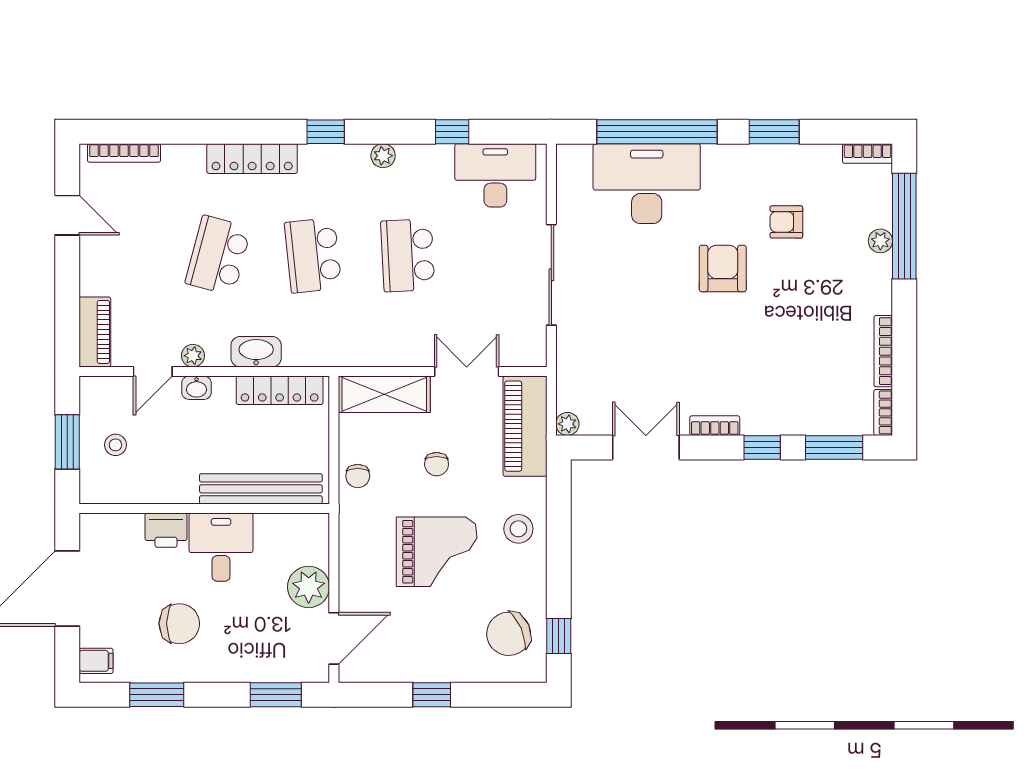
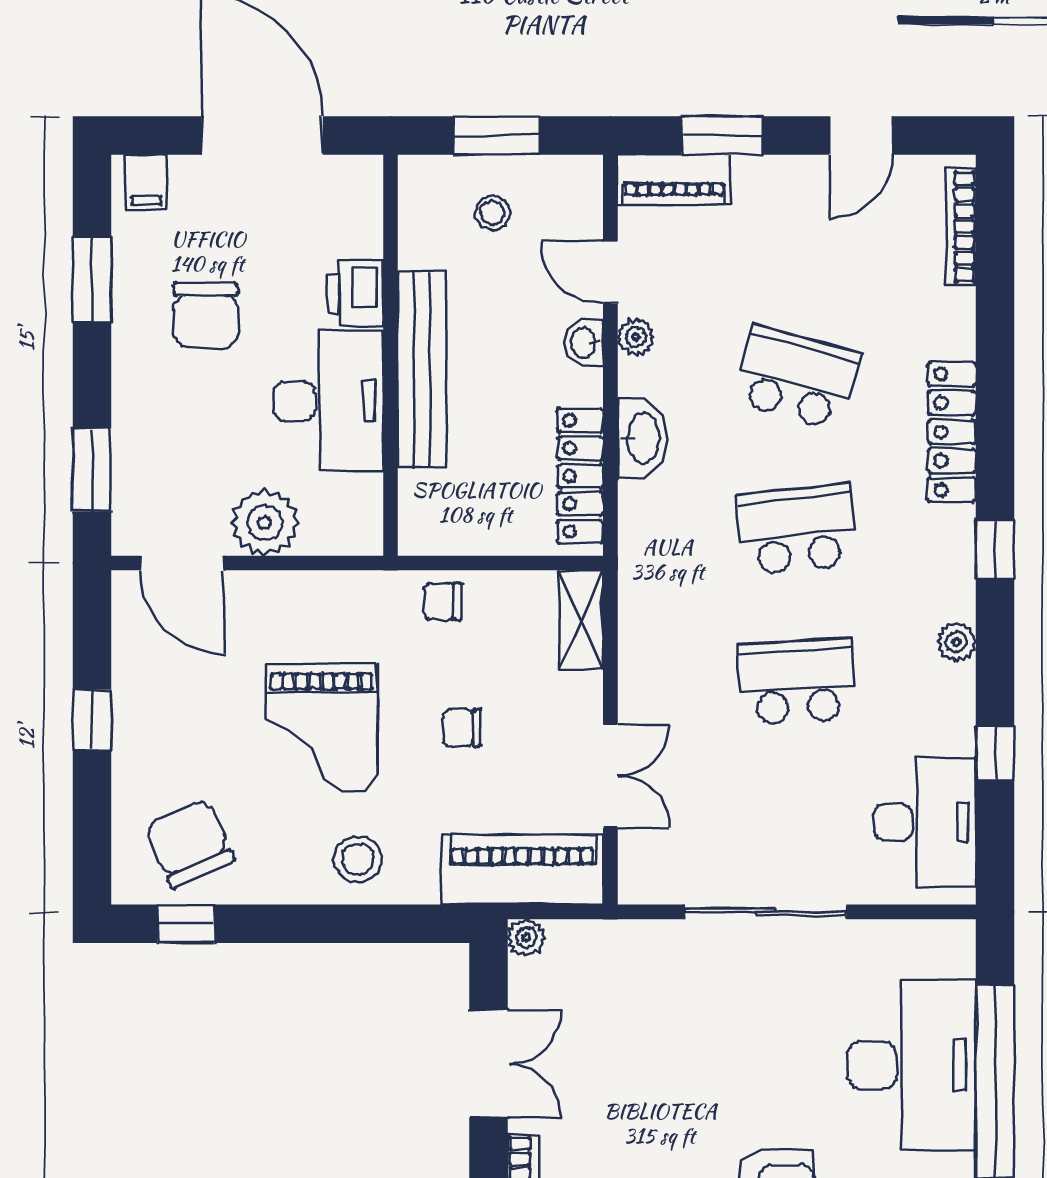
window: (67, 302) -> (722, 135), added
shelving: (384, 394) -> (581, 619), width x0.67, depth x0.75
bench: (261, 489) -> (422, 370), moved
desk: (221, 547) -> (328, 401), width x1.37

